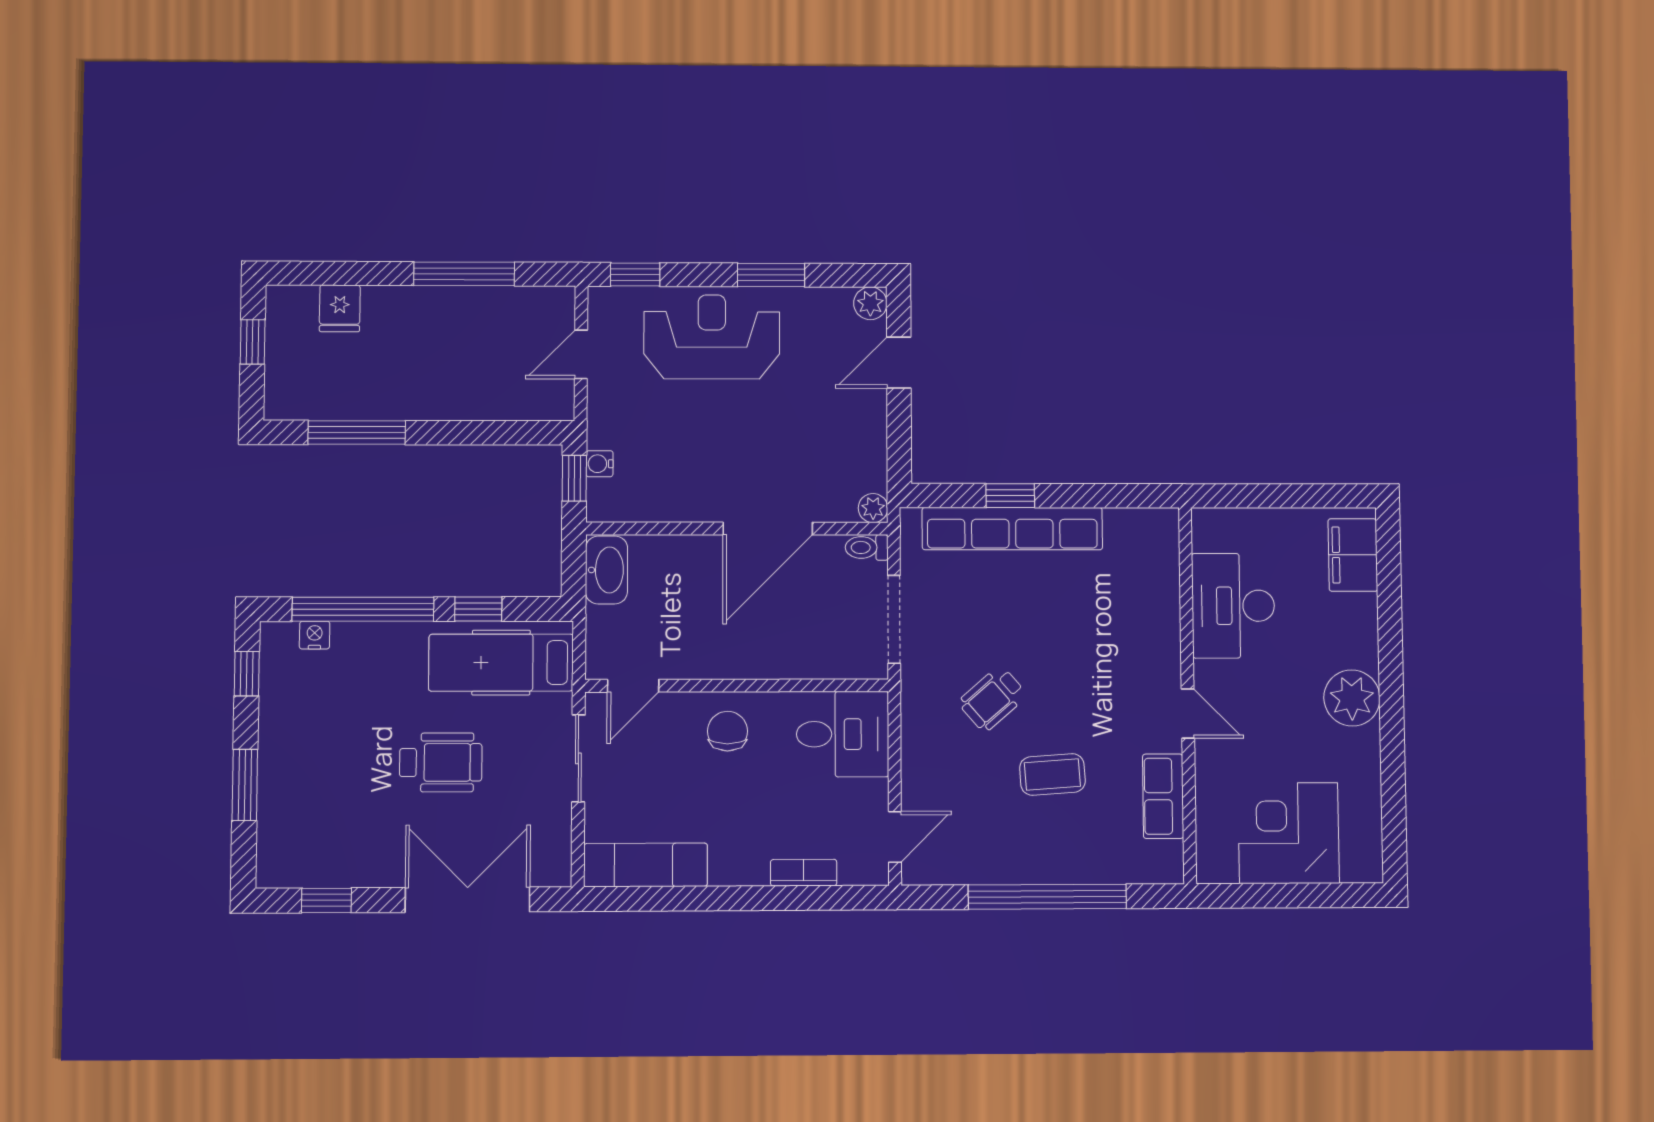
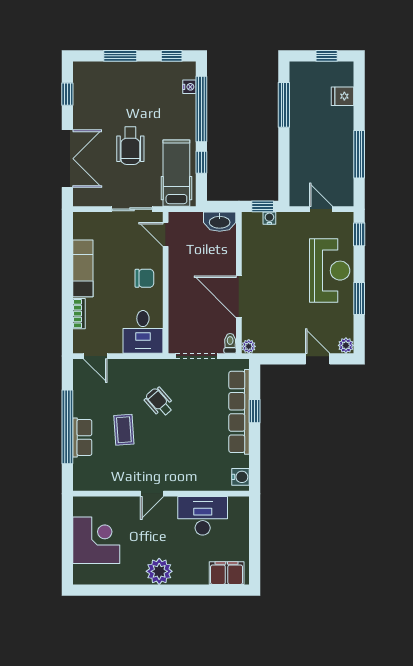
water cooler: (1150, 526) -> (240, 477), added
row of seats: (1163, 796) -> (82, 437), moved, turned 90
exam couch: (645, 865) -> (83, 268), moved

